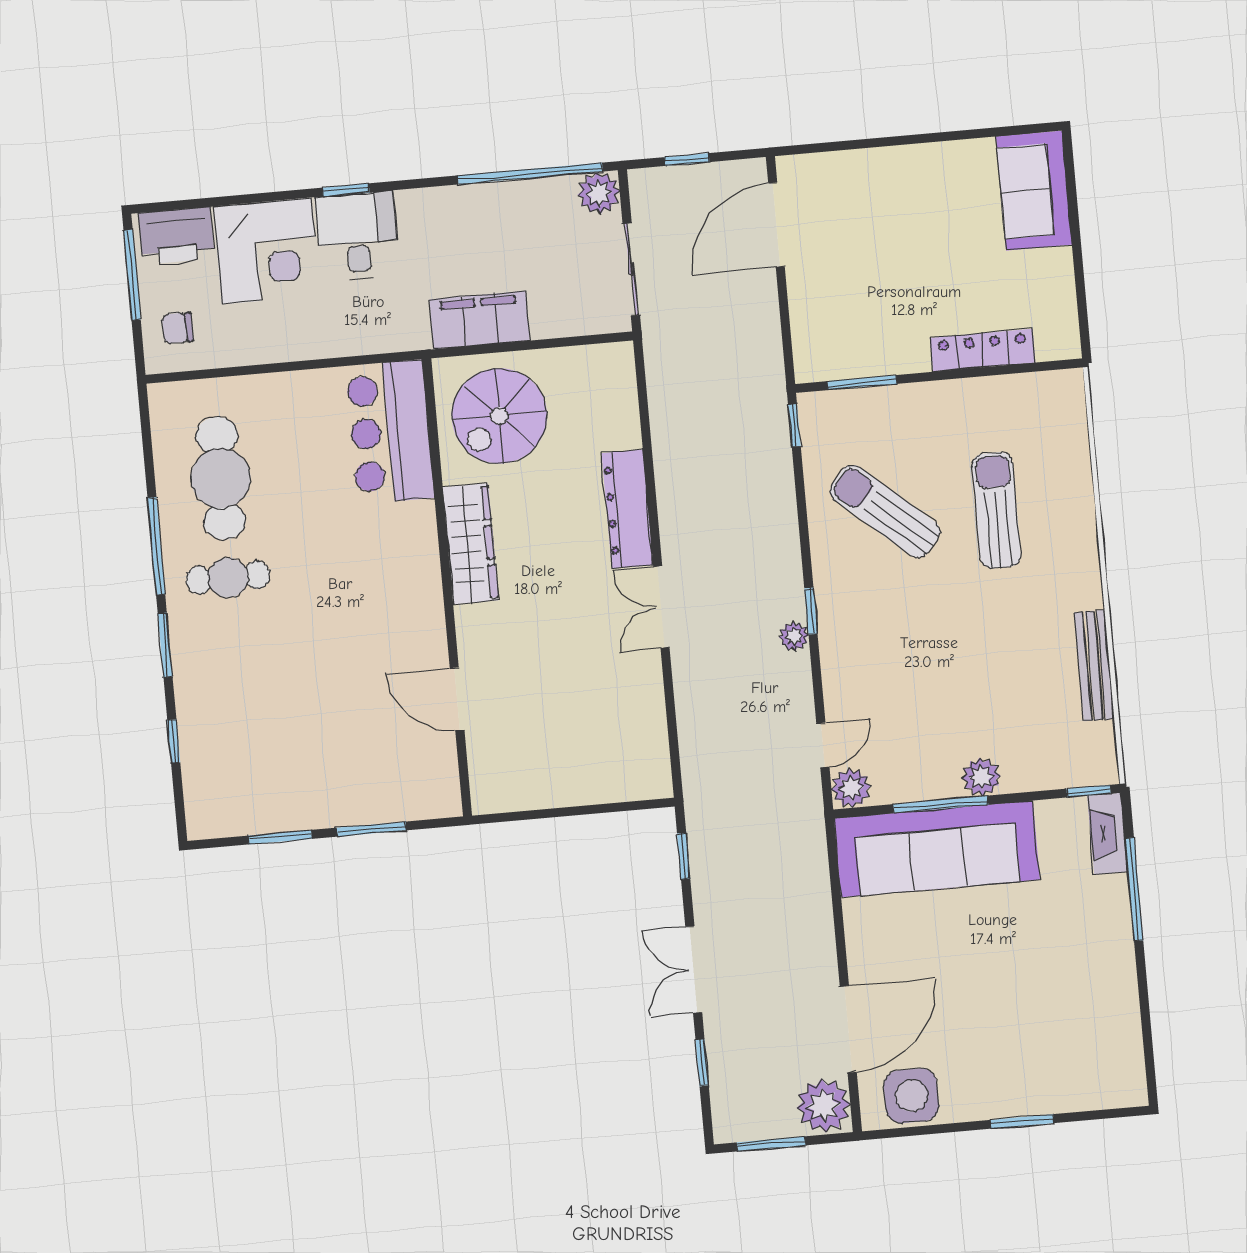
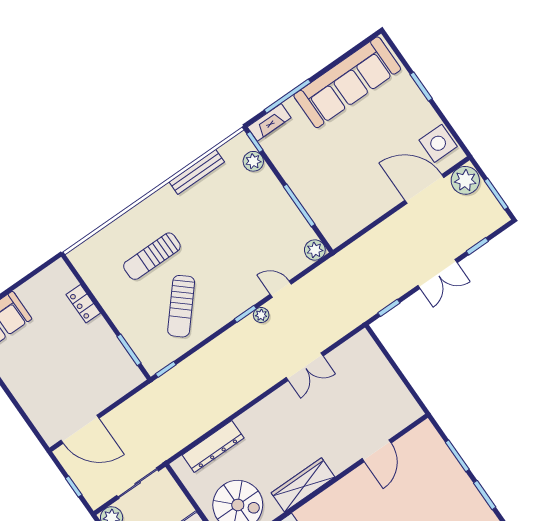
locker: (983, 350) -> (83, 304), width x0.66
dresser: (627, 509) -> (213, 447), moved
double door: (661, 607) -> (305, 367), moved
door: (823, 745) -> (281, 289), moved
plant: (981, 777) -> (253, 161), moved
sofa: (937, 849) -> (347, 82), moved, turned 90

